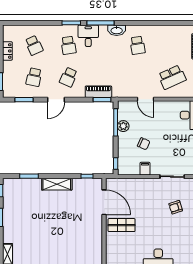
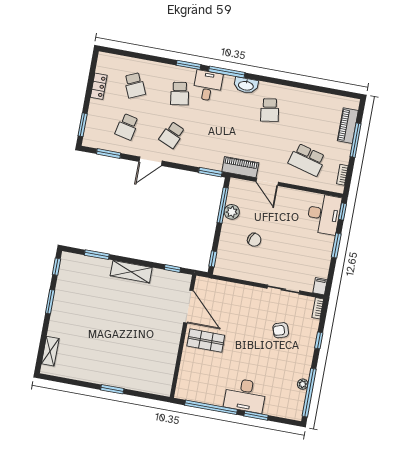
school desk: (172, 77) -> (307, 160), turned 39
piano: (98, 92) -> (240, 167), moved
filing cabinet: (145, 169) -> (250, 273), removed

